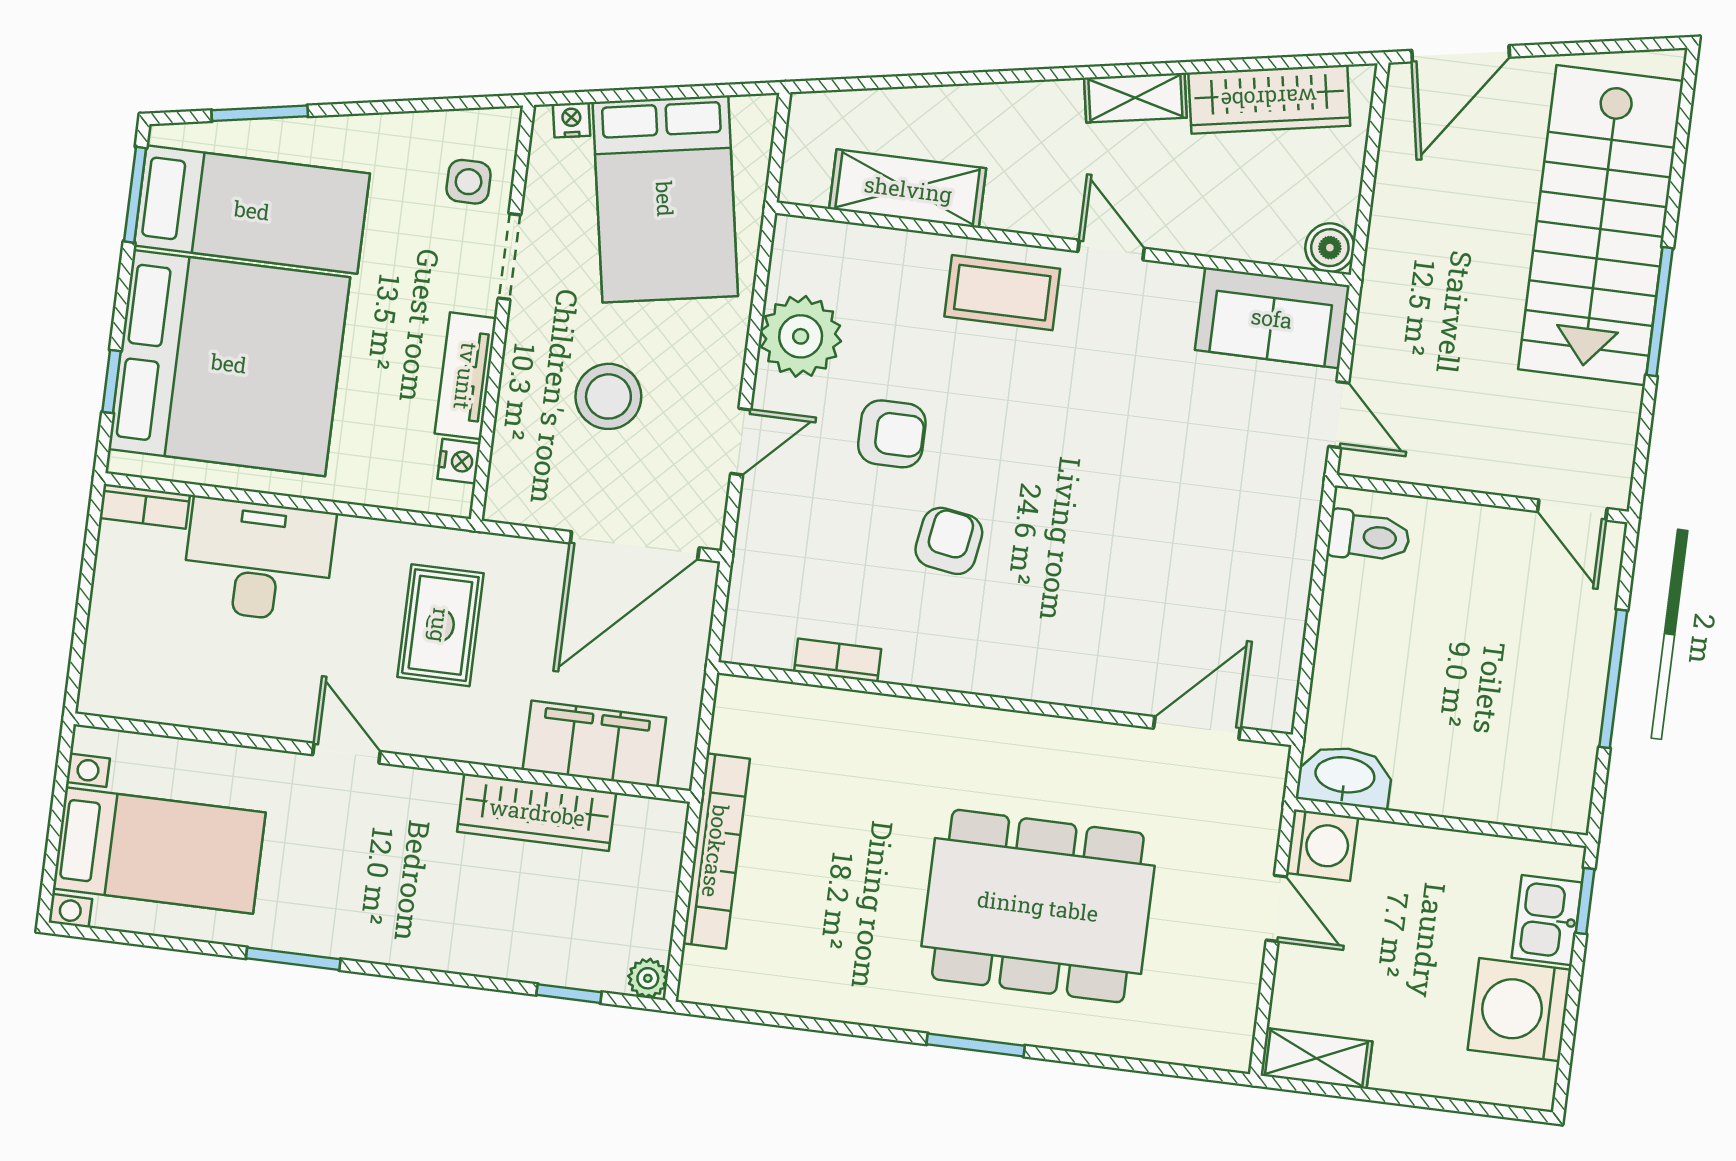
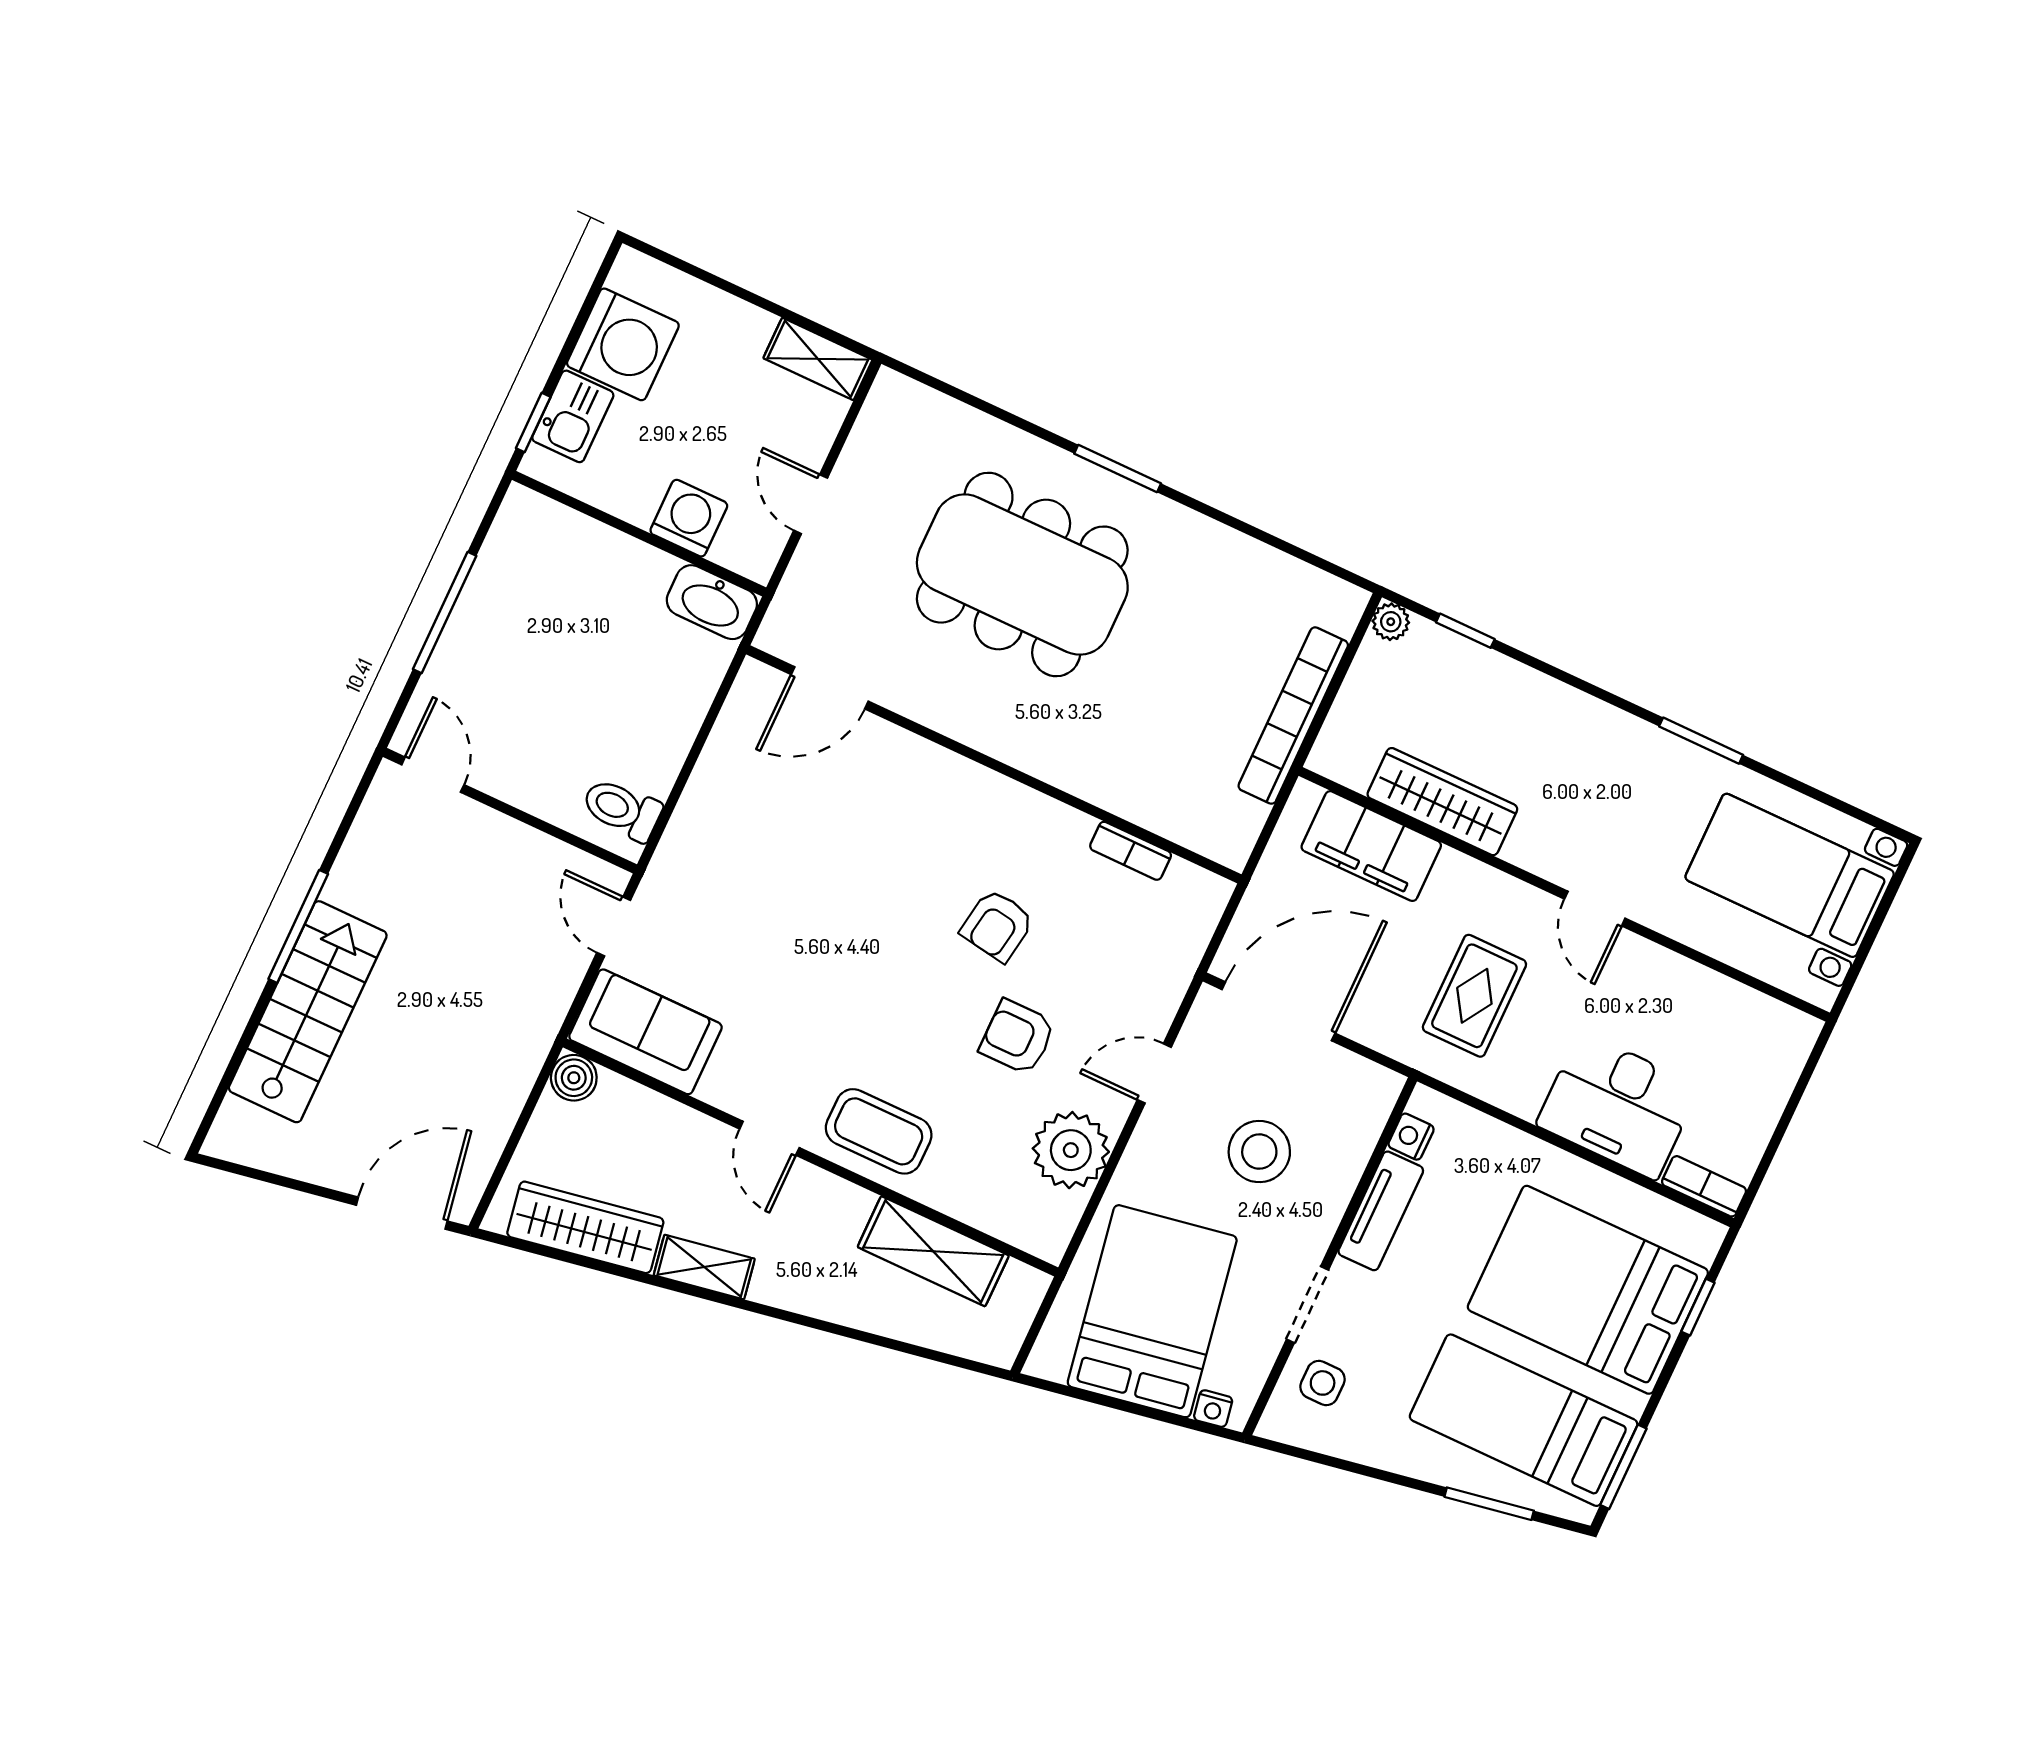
stairs: (1601, 225) -> (308, 1012), width x0.73, depth x0.66
bed: (229, 363) -> (1588, 1290), width x0.73
washing machine: (1322, 845) -> (689, 518), moved, turned 90

